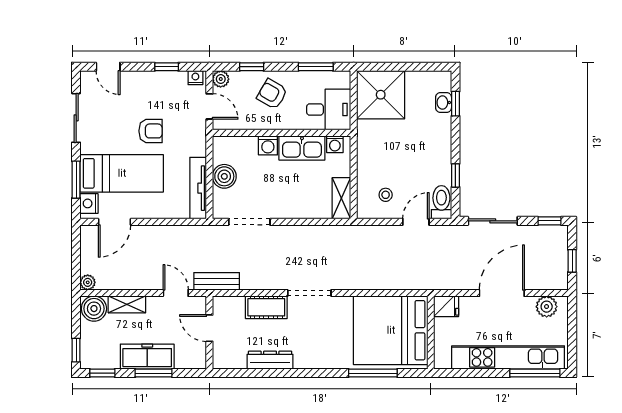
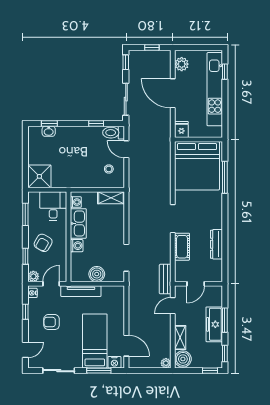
shower: (381, 95) -> (39, 176), width x0.73, depth x0.73
armchair: (151, 131) -> (52, 322), moved, turned -90
tv unit: (198, 188) -> (81, 291), moved
window: (535, 373) -> (225, 72), width x0.46

